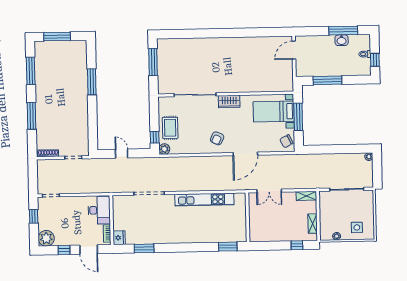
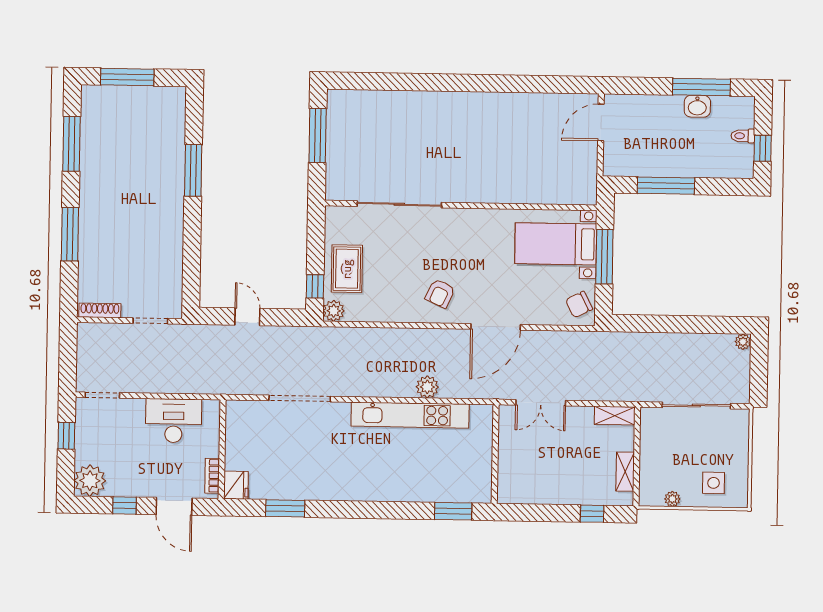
wardrobe: (229, 101) -> (467, 220), removed
plant: (212, 185) -> (427, 387), added
desk: (99, 210) -> (174, 421), moved, turned -90

